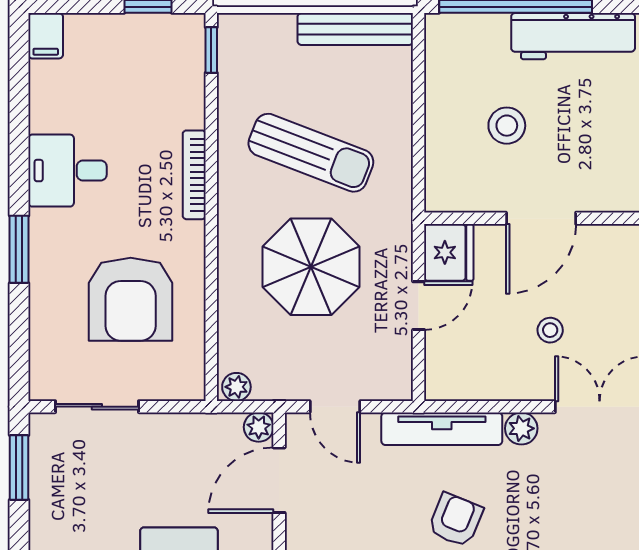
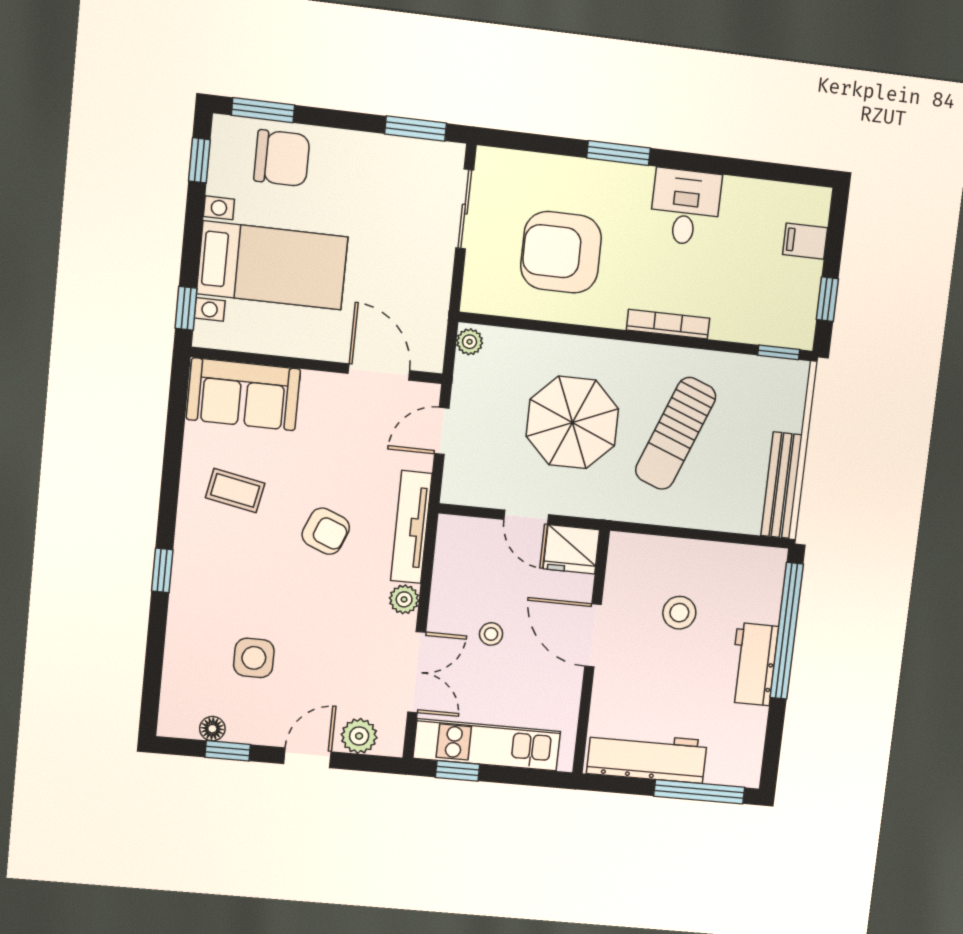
filing cabinet: (46, 36) -> (805, 241), moved
workbench: (573, 36) -> (753, 664), width x0.73
plant: (259, 427) -> (430, 358), removed

